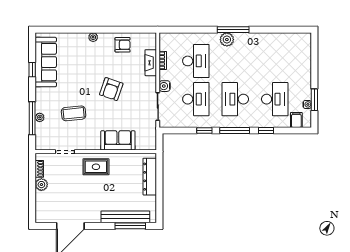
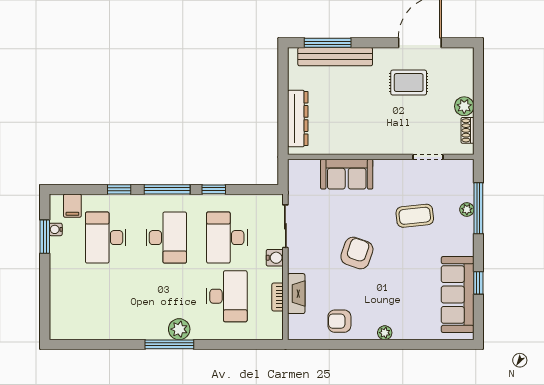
desk: (196, 61) -> (227, 296), turned 180
rug: (96, 167) -> (409, 83), moved

